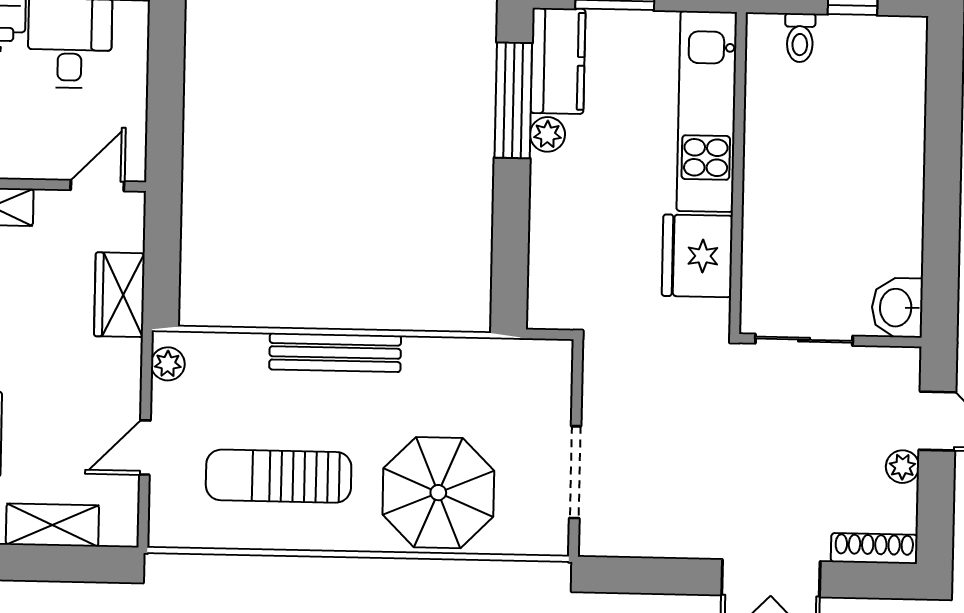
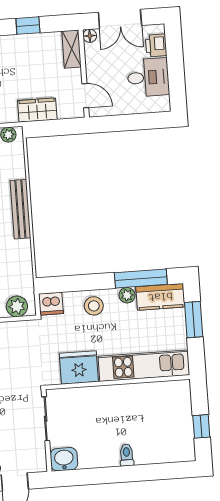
toilet: (800, 38) -> (127, 455), moved, turned 90
stool: (564, 210) -> (94, 306), added
dishwasher: (550, 304) -> (51, 304), added
plant: (549, 380) -> (17, 306), added

